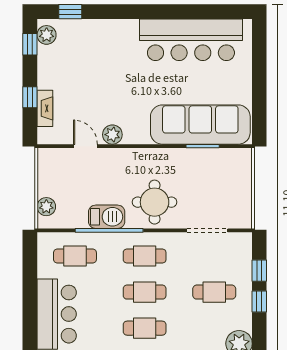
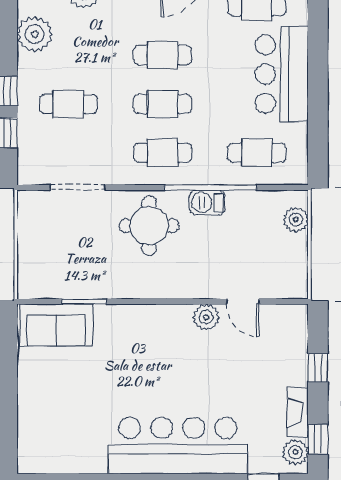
bar counter: (191, 40) -> (178, 445), moved
fireplace: (45, 108) -> (298, 413), moved
sofa: (200, 125) -> (56, 325), width x0.54, depth x0.79
barbecue: (107, 217) -> (207, 203), width x0.73, depth x0.79

